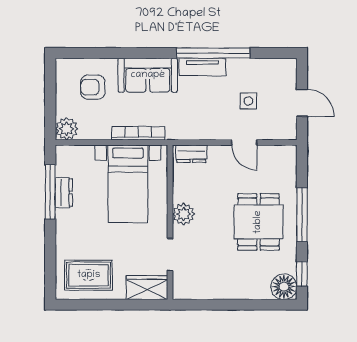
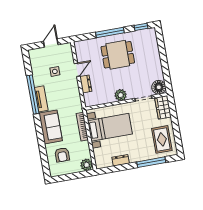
dresser: (191, 154) -> (86, 84), moved
window: (50, 192) -> (151, 162), moved
floor lamp: (284, 287) -> (159, 87), moved

